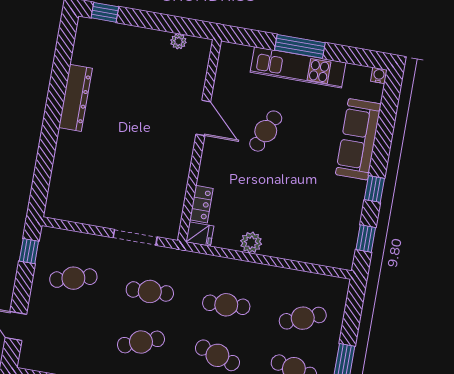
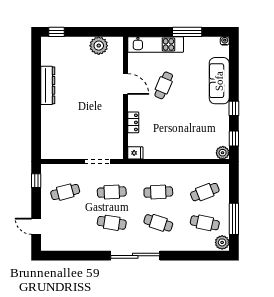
plant: (178, 41) -> (99, 46), width x1.88, depth x1.88
window: (300, 46) -> (187, 32), moved
kitchen unit: (298, 67) -> (156, 44), moved
locker: (201, 204) -> (133, 122), moved
plant: (251, 242) -> (223, 153), moved
cafe table: (141, 342) -> (112, 223), turned 30

